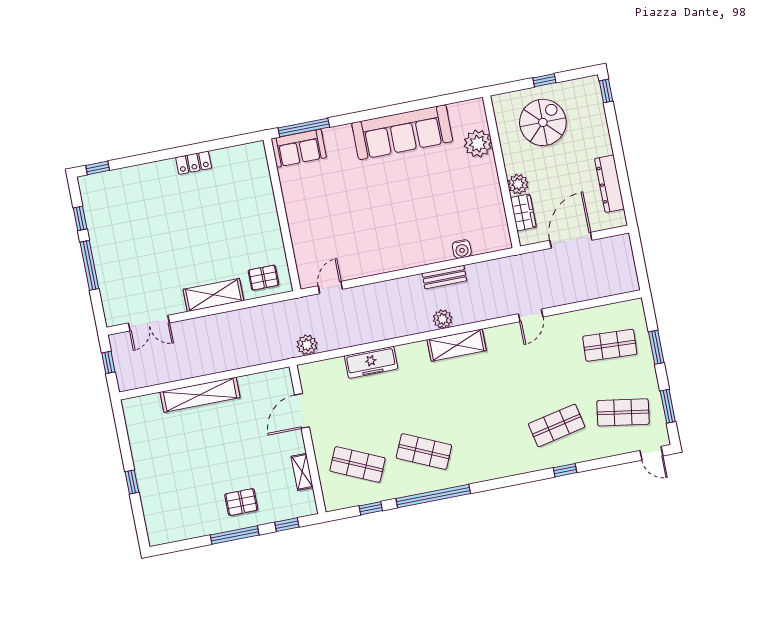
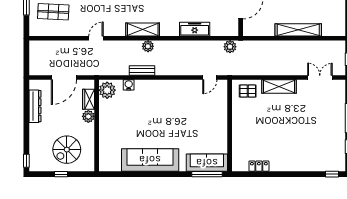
plant: (478, 144) -> (107, 90), moved
sofa: (299, 148) -> (207, 163), width x1.36
locker: (194, 163) -> (259, 166), moved

